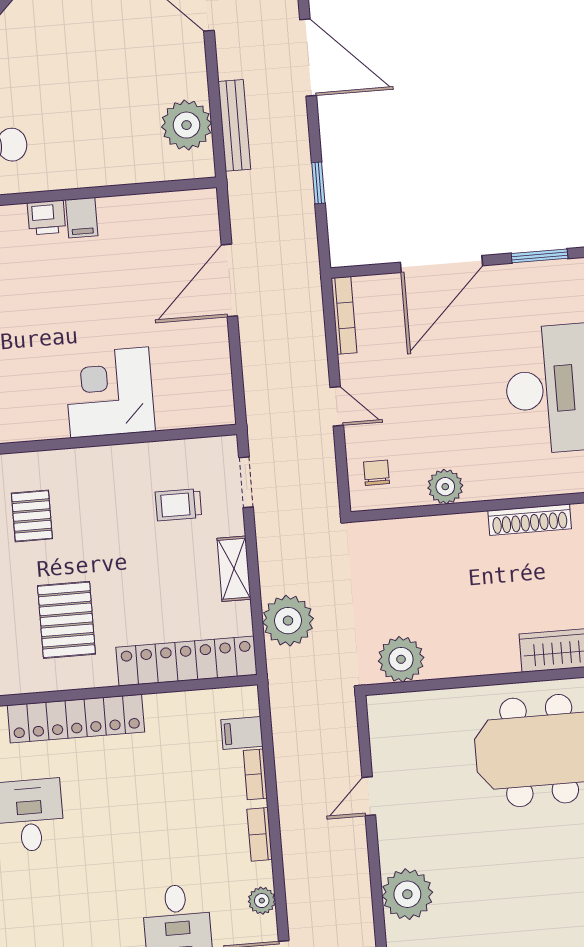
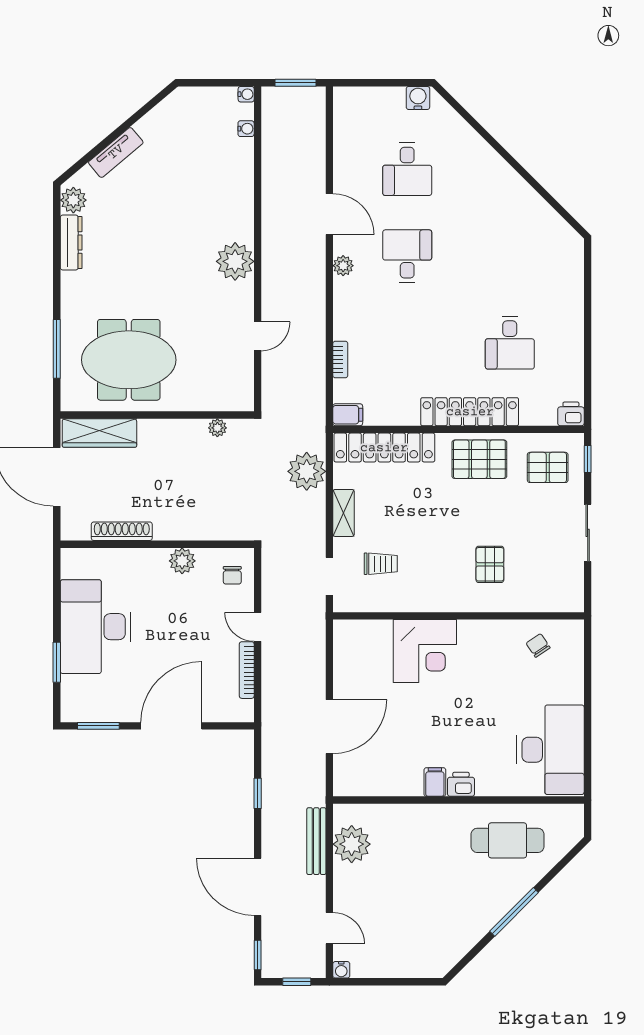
bookcase: (344, 315) -> (247, 670), moved
pallet: (66, 620) -> (479, 459), moved, turned 90
plant: (401, 659) -> (217, 428), width x0.53, depth x0.53
filing cabinet: (242, 733) -> (348, 415), moved
bookcase: (260, 834) -> (341, 315), removed

